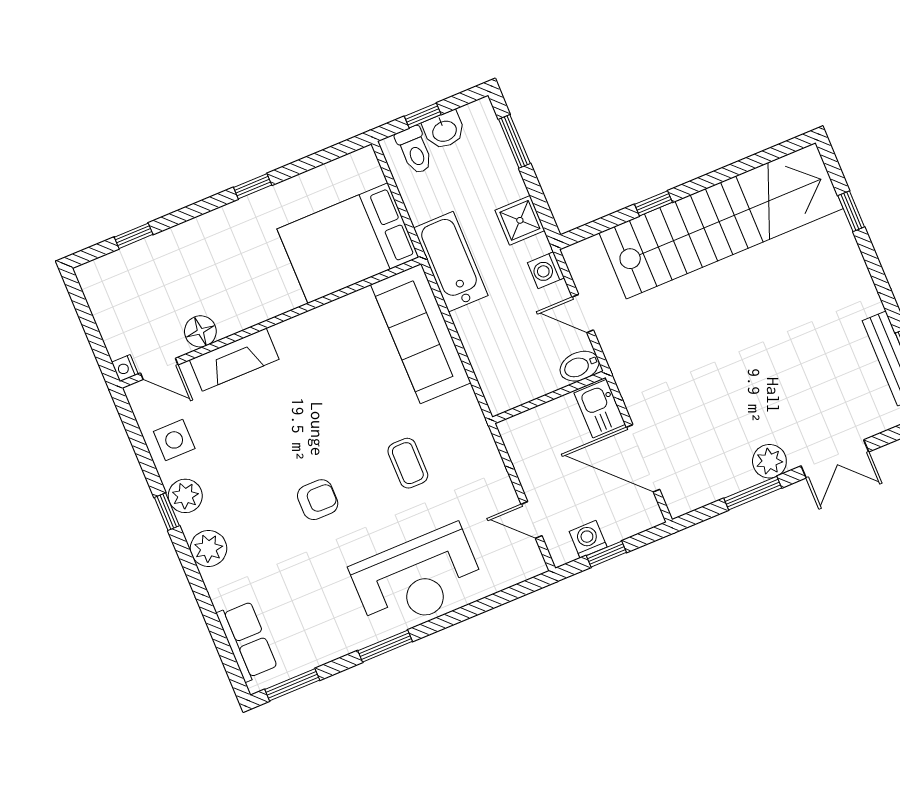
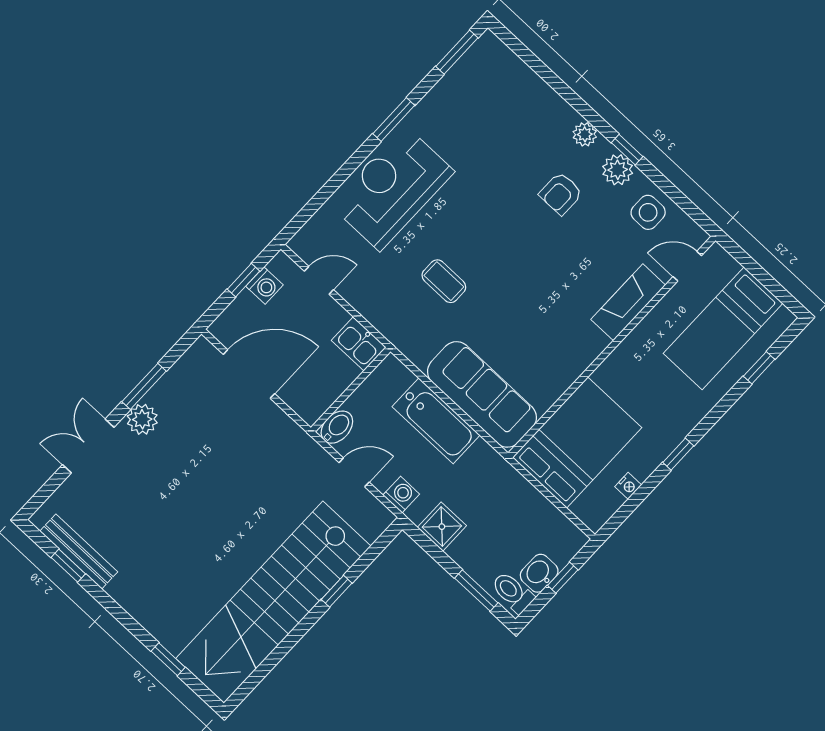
toilet: (414, 150) -> (513, 592), moved
bathtub: (451, 262) -> (436, 421), moved
bed: (152, 291) -> (723, 328), added
floor lamp: (200, 331) -> (667, 313), removed
nightstand: (125, 368) -> (628, 486), moved, turned 90
kitchen sink: (600, 409) -> (359, 344), moved, turned 180
armchair: (318, 500) -> (561, 194), moved
plant: (209, 548) -> (585, 134), width x0.73, depth x0.73
row of seats: (247, 641) -> (511, 72), removed

